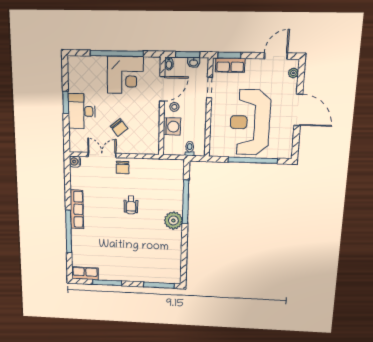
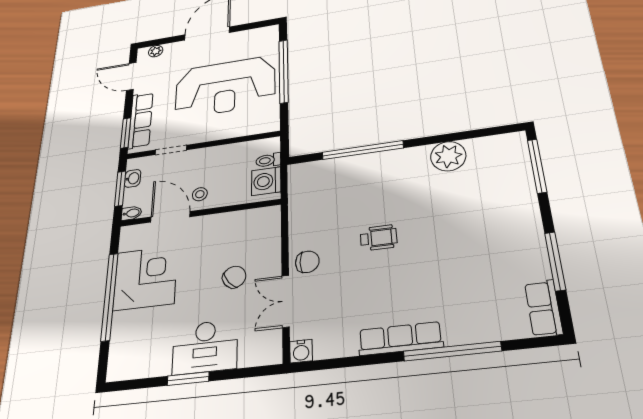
row of seats: (230, 65) -> (141, 120), width x1.48
washing machine: (172, 126) -> (266, 181), moved, turned -90
plant: (173, 220) -> (448, 156), moved

